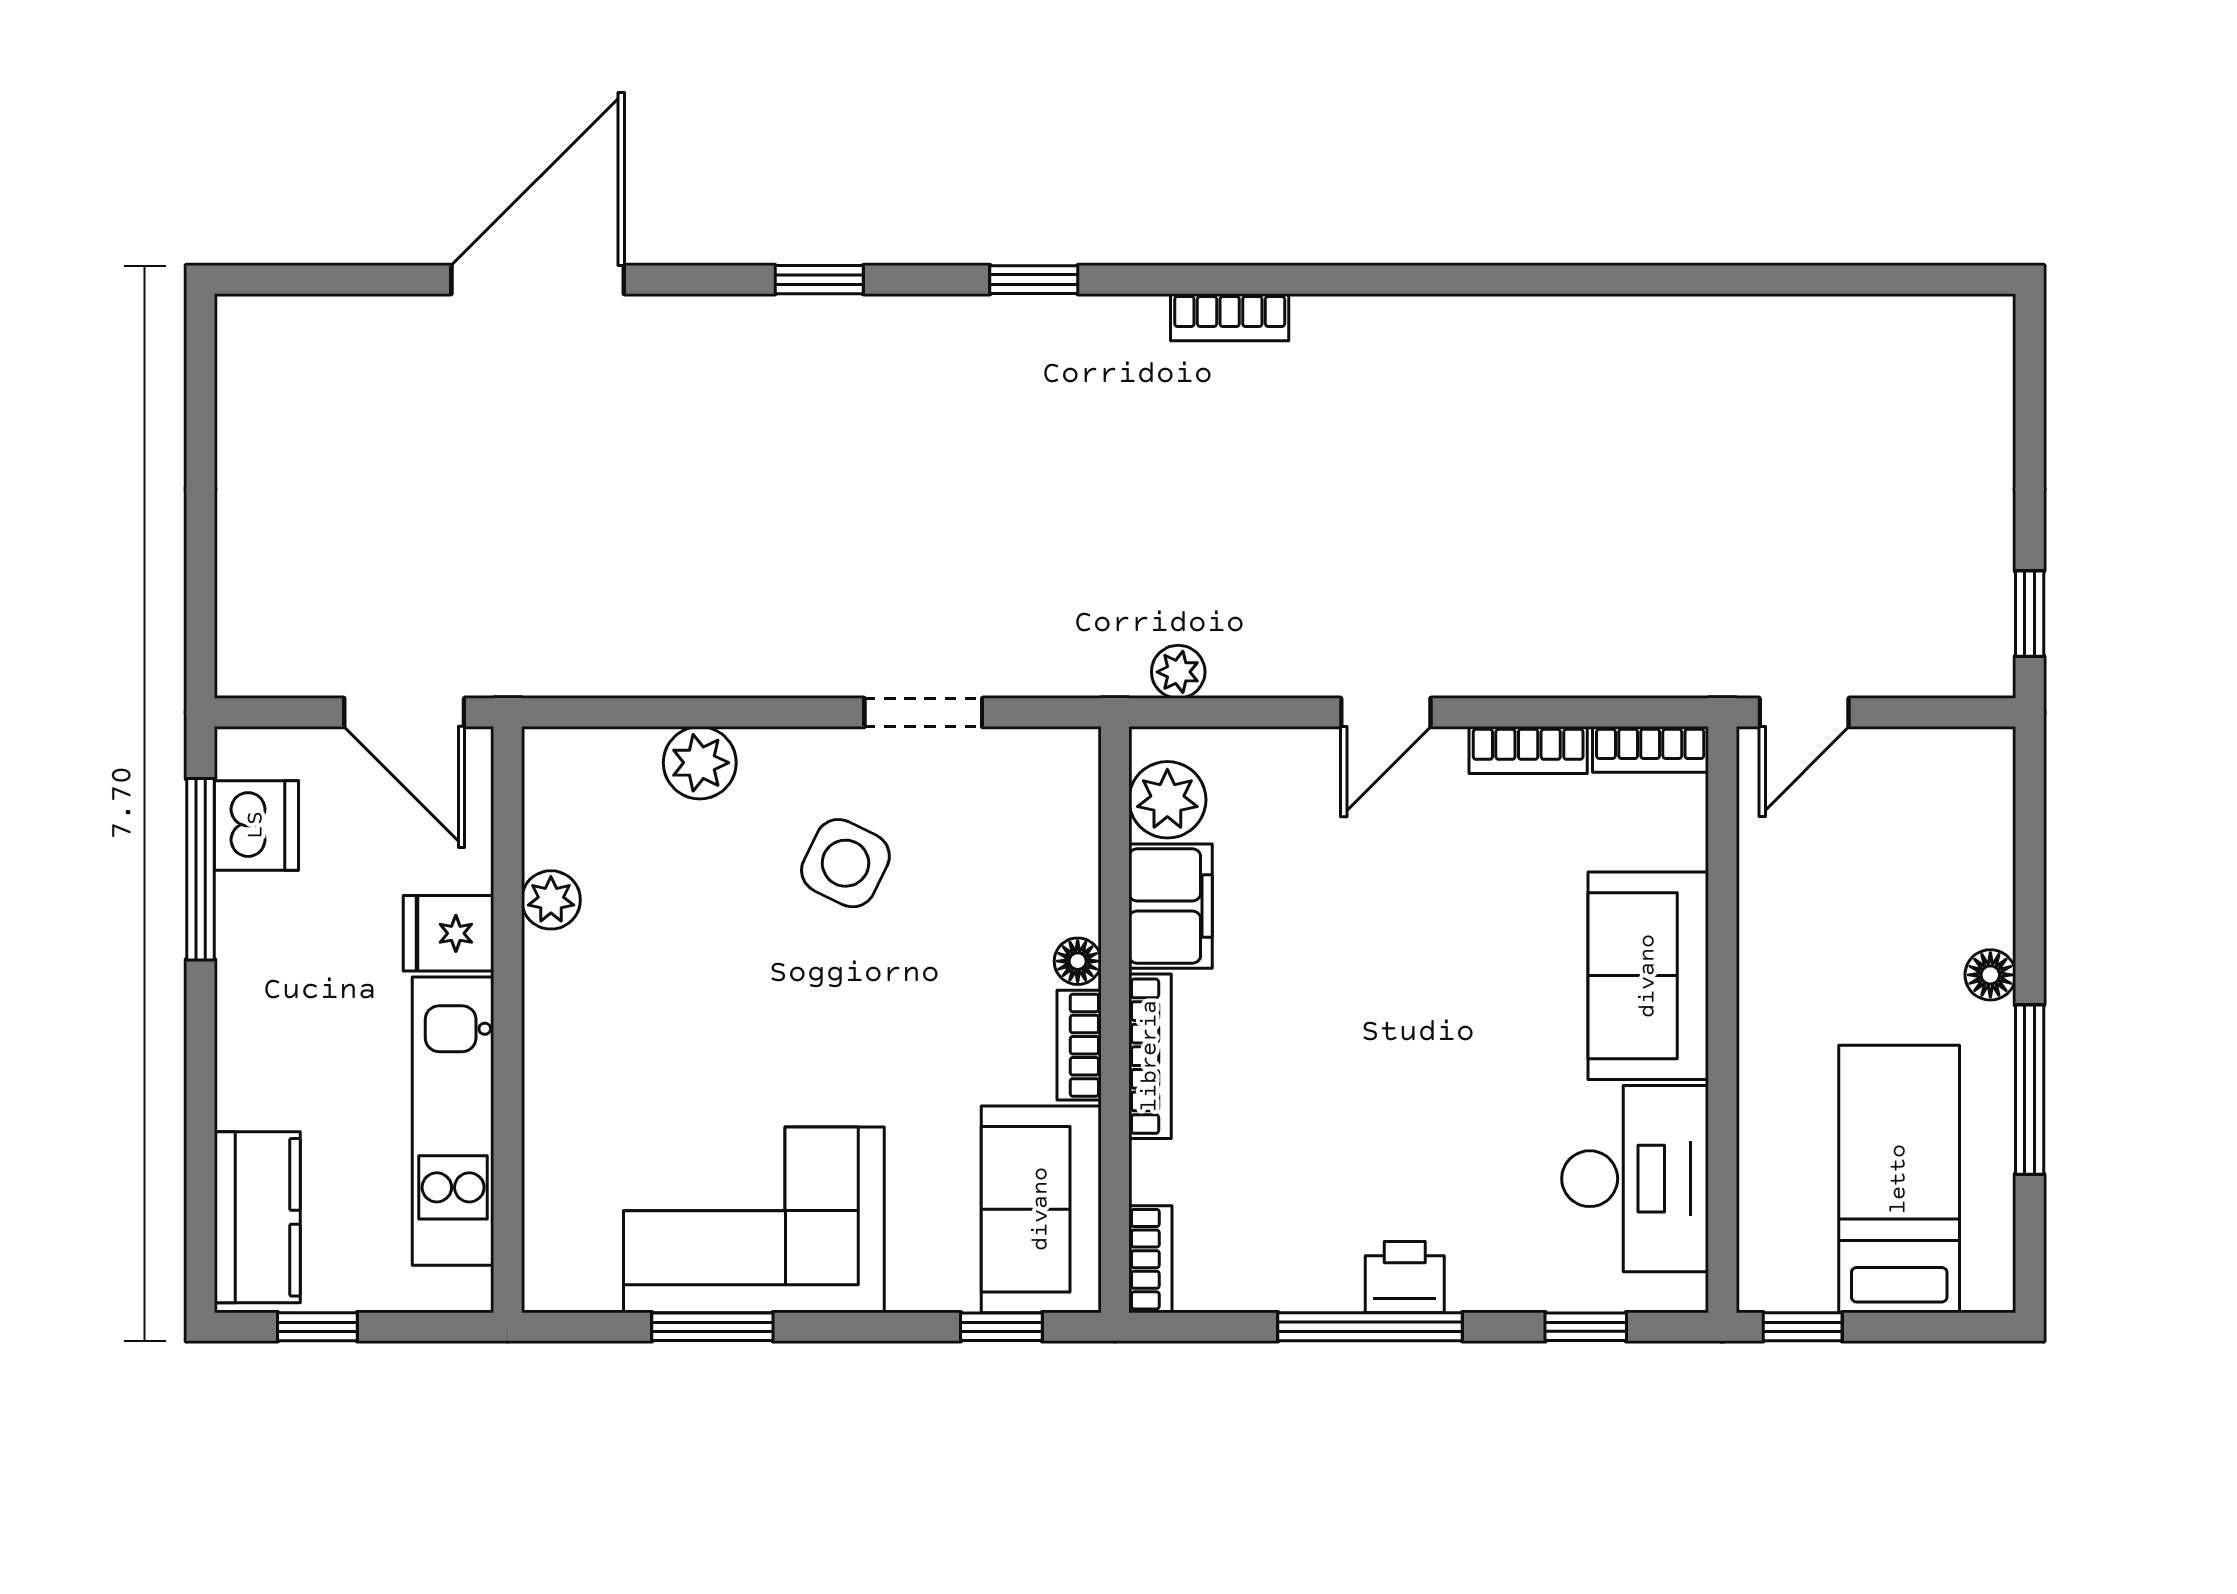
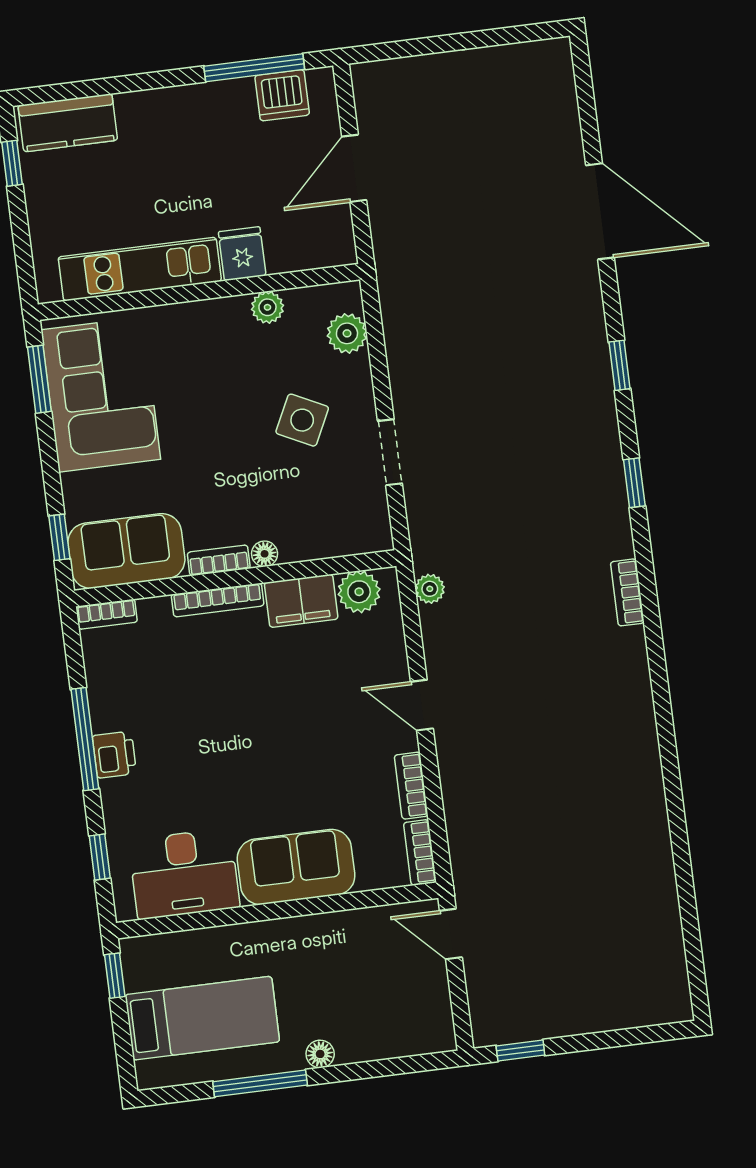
plant: (551, 900) -> (267, 307), moved
fridge: (449, 933) -> (242, 254), moved
wall: (508, 1020) -> (199, 292), moved
kitchen unit: (453, 1121) -> (140, 269), moved

